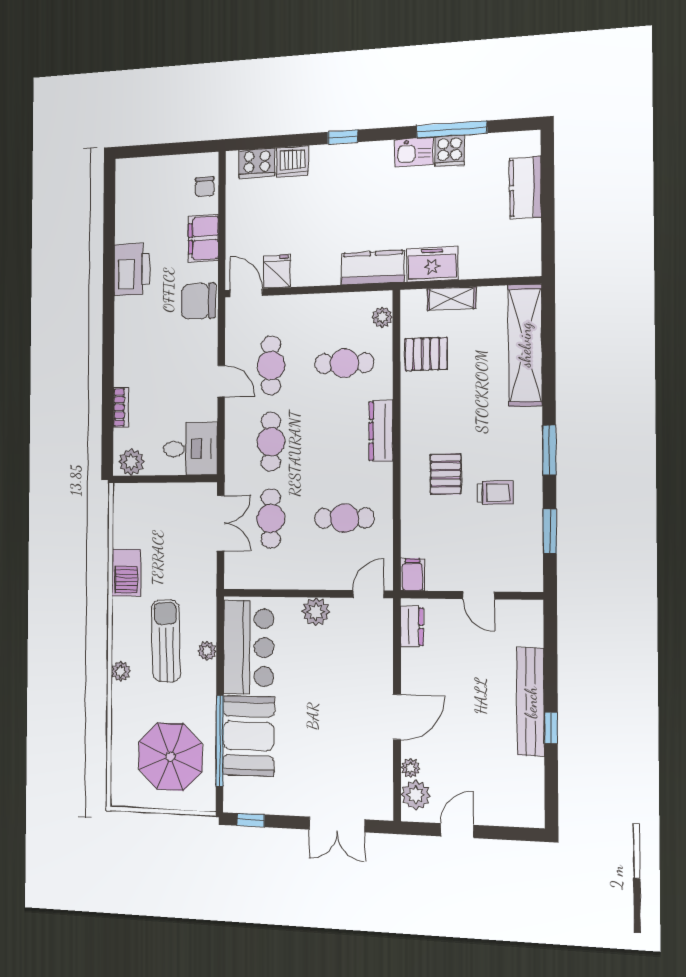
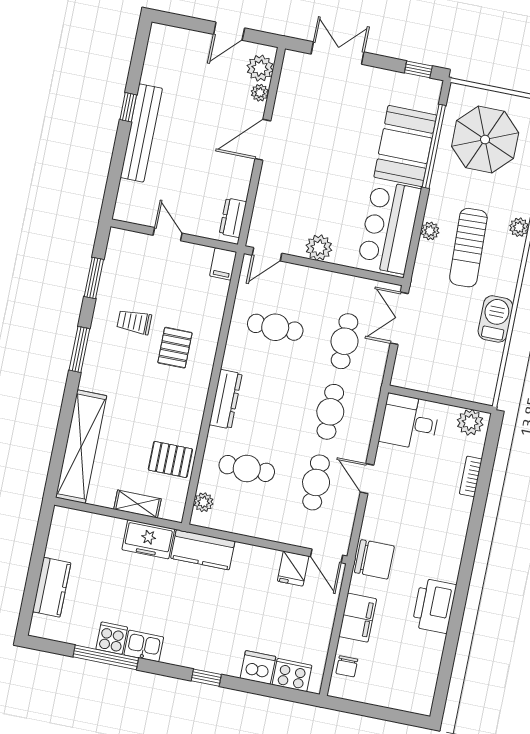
chair: (205, 187) -> (347, 666), turned 180
double door: (221, 523) -> (399, 318), moved

